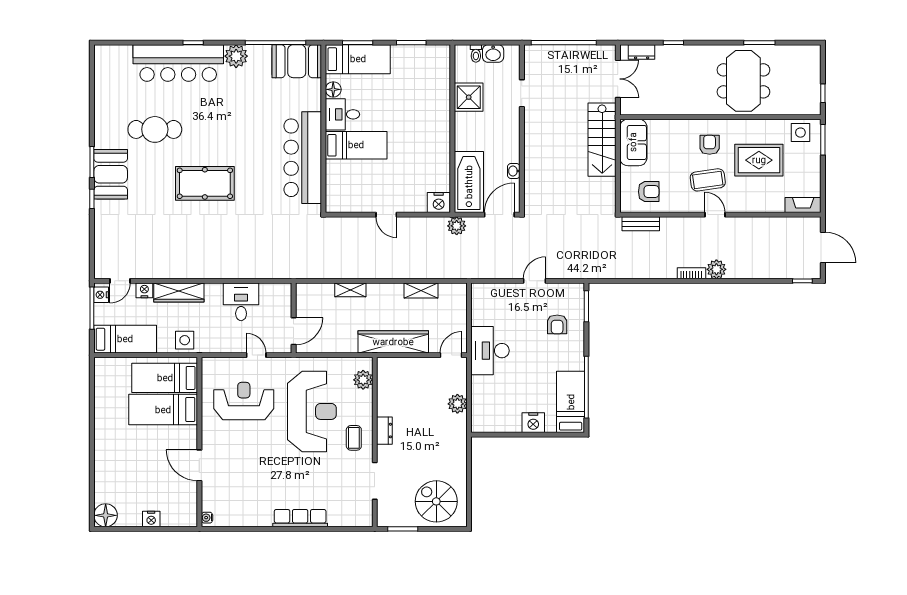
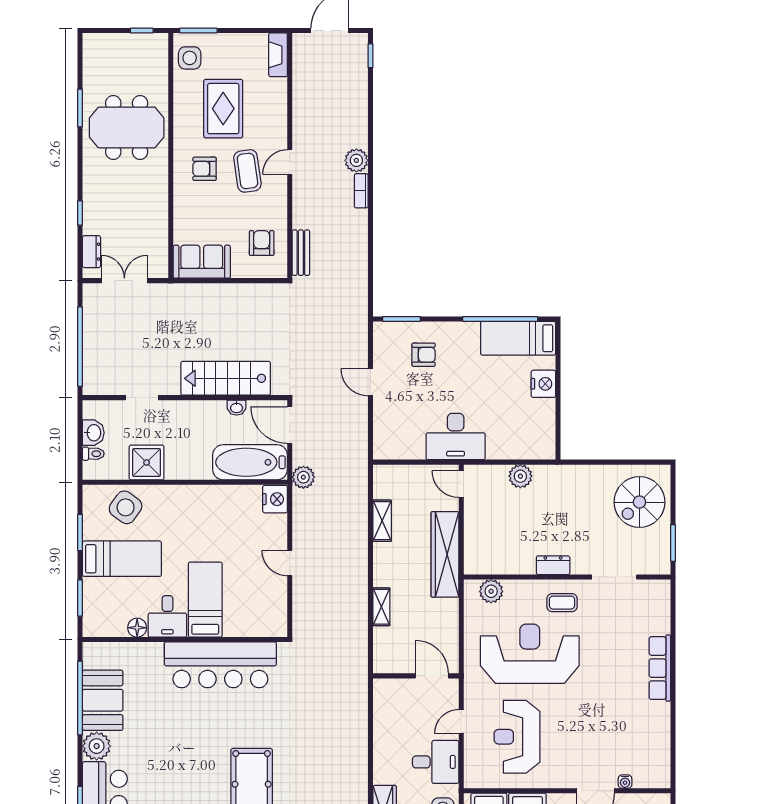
bed: (358, 59) -> (122, 559), moved, turned 90
booth: (297, 61) -> (103, 700), moved
side table: (432, 80) -> (126, 507), added
stairs: (602, 140) -> (226, 378), moved, turned 180
door: (386, 215) -> (290, 563), swing flipped
desk: (241, 302) -> (436, 762), moved, turned 180
water cooler: (207, 518) -> (625, 782), moved

